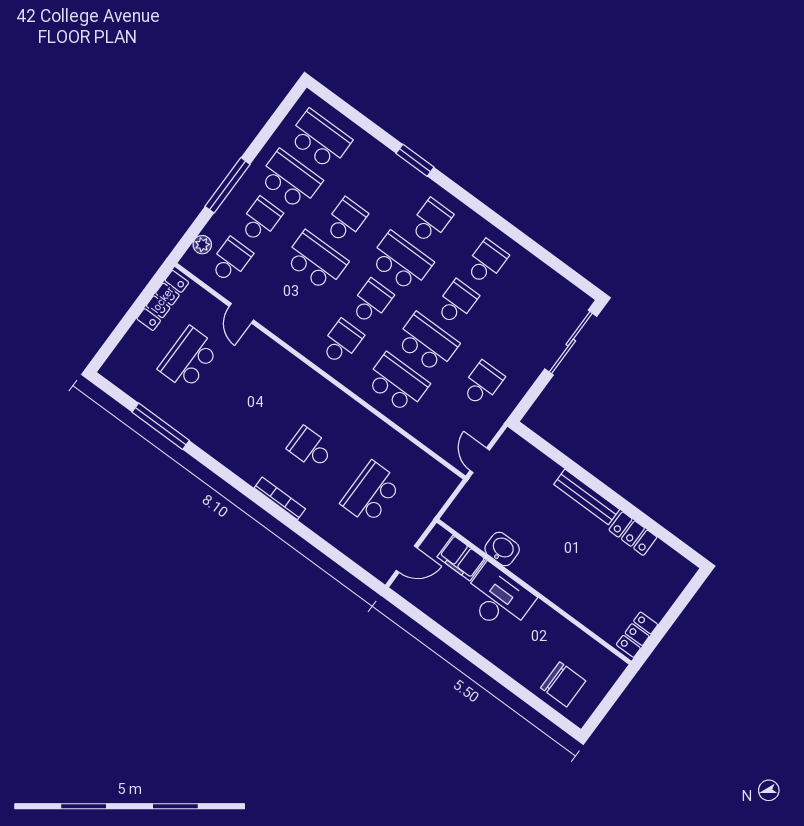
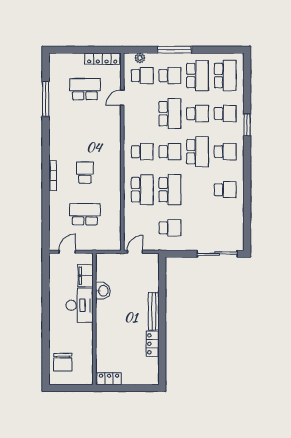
school desk: (457, 302) -> (225, 114), moved
door: (407, 559) -> (67, 252), swing flipped

